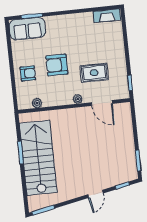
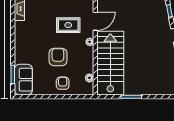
armchair: (57, 65) -> (58, 57), turned 180
rug: (94, 73) -> (68, 25), turned 90
stairs: (38, 158) -> (110, 63), moved, turned 90

